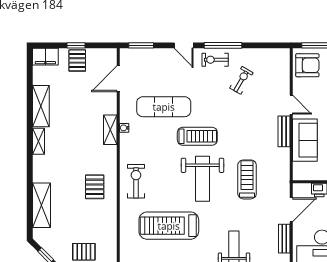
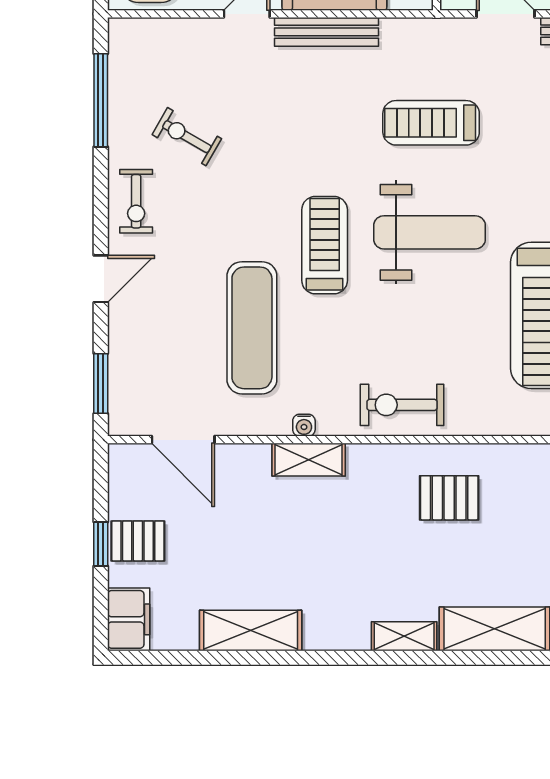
window: (223, 45) -> (101, 100), moved
bench: (284, 131) -> (327, 32), width x1.36
shelving: (39, 141) -> (404, 636), moved
exercise bike: (136, 181) -> (402, 405), moved

